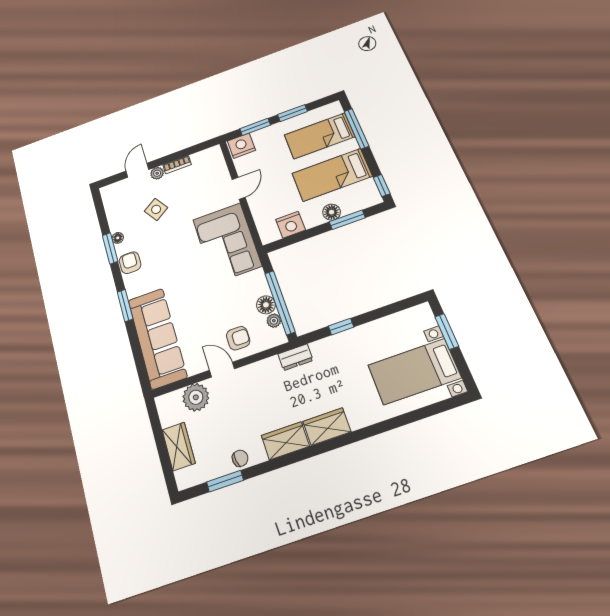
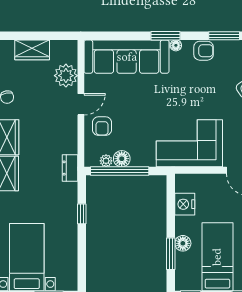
floor lamp: (118, 238) -> (176, 45), moved

